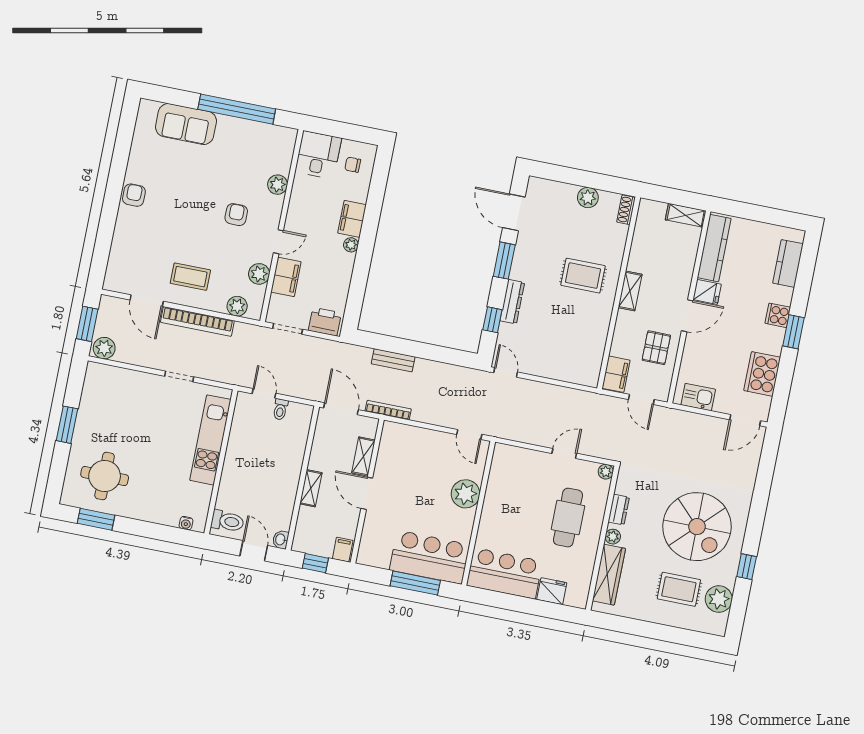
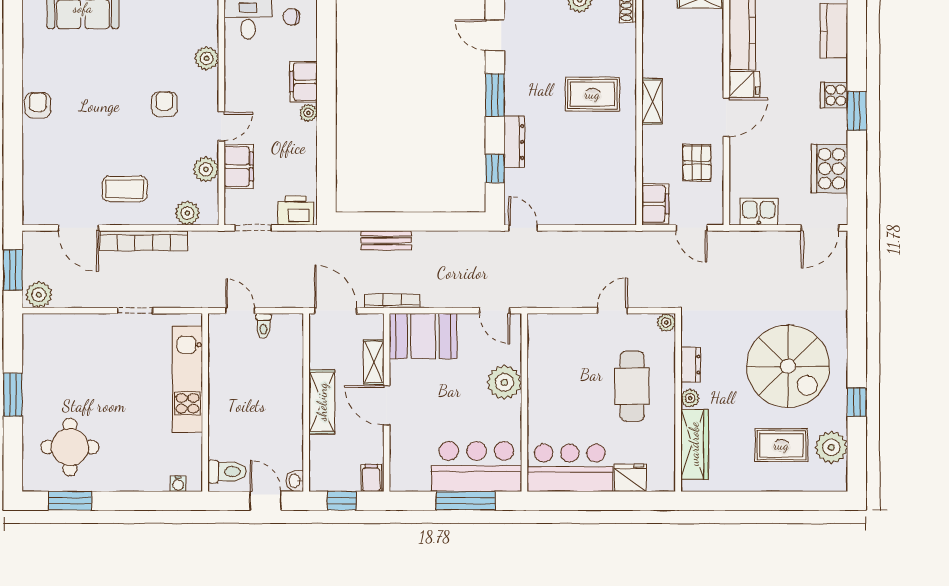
door: (514, 212) -> (495, 35), width x0.73
booth: (407, 443) -> (423, 336), added
shelving: (311, 488) -> (322, 402), width x1.50, depth x1.33

